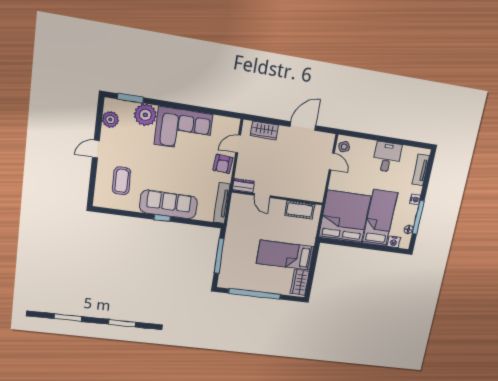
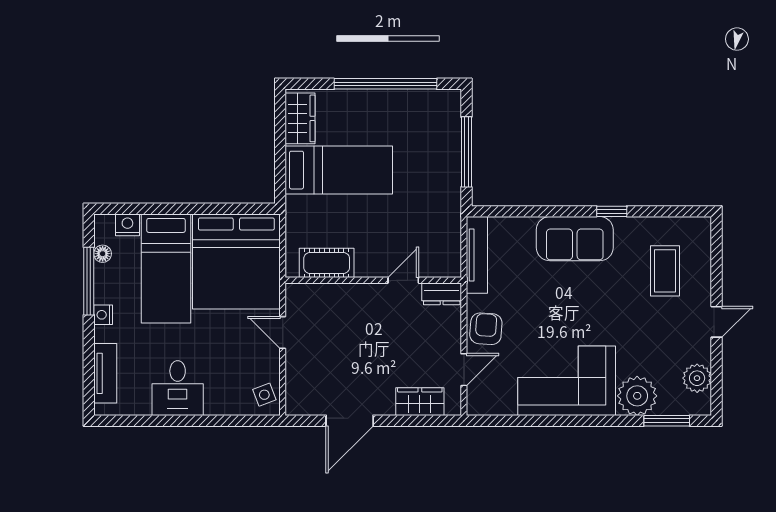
door: (332, 161) -> (283, 333), moved
door: (262, 196) -> (403, 280), hinge flipped
sofa: (169, 205) -> (575, 239), width x0.73
window: (162, 218) -> (612, 211), moved

